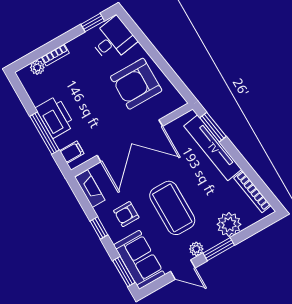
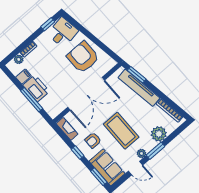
armchair: (136, 84) -> (83, 57), turned 90
filing cabinet: (72, 152) -> (23, 77), moved

